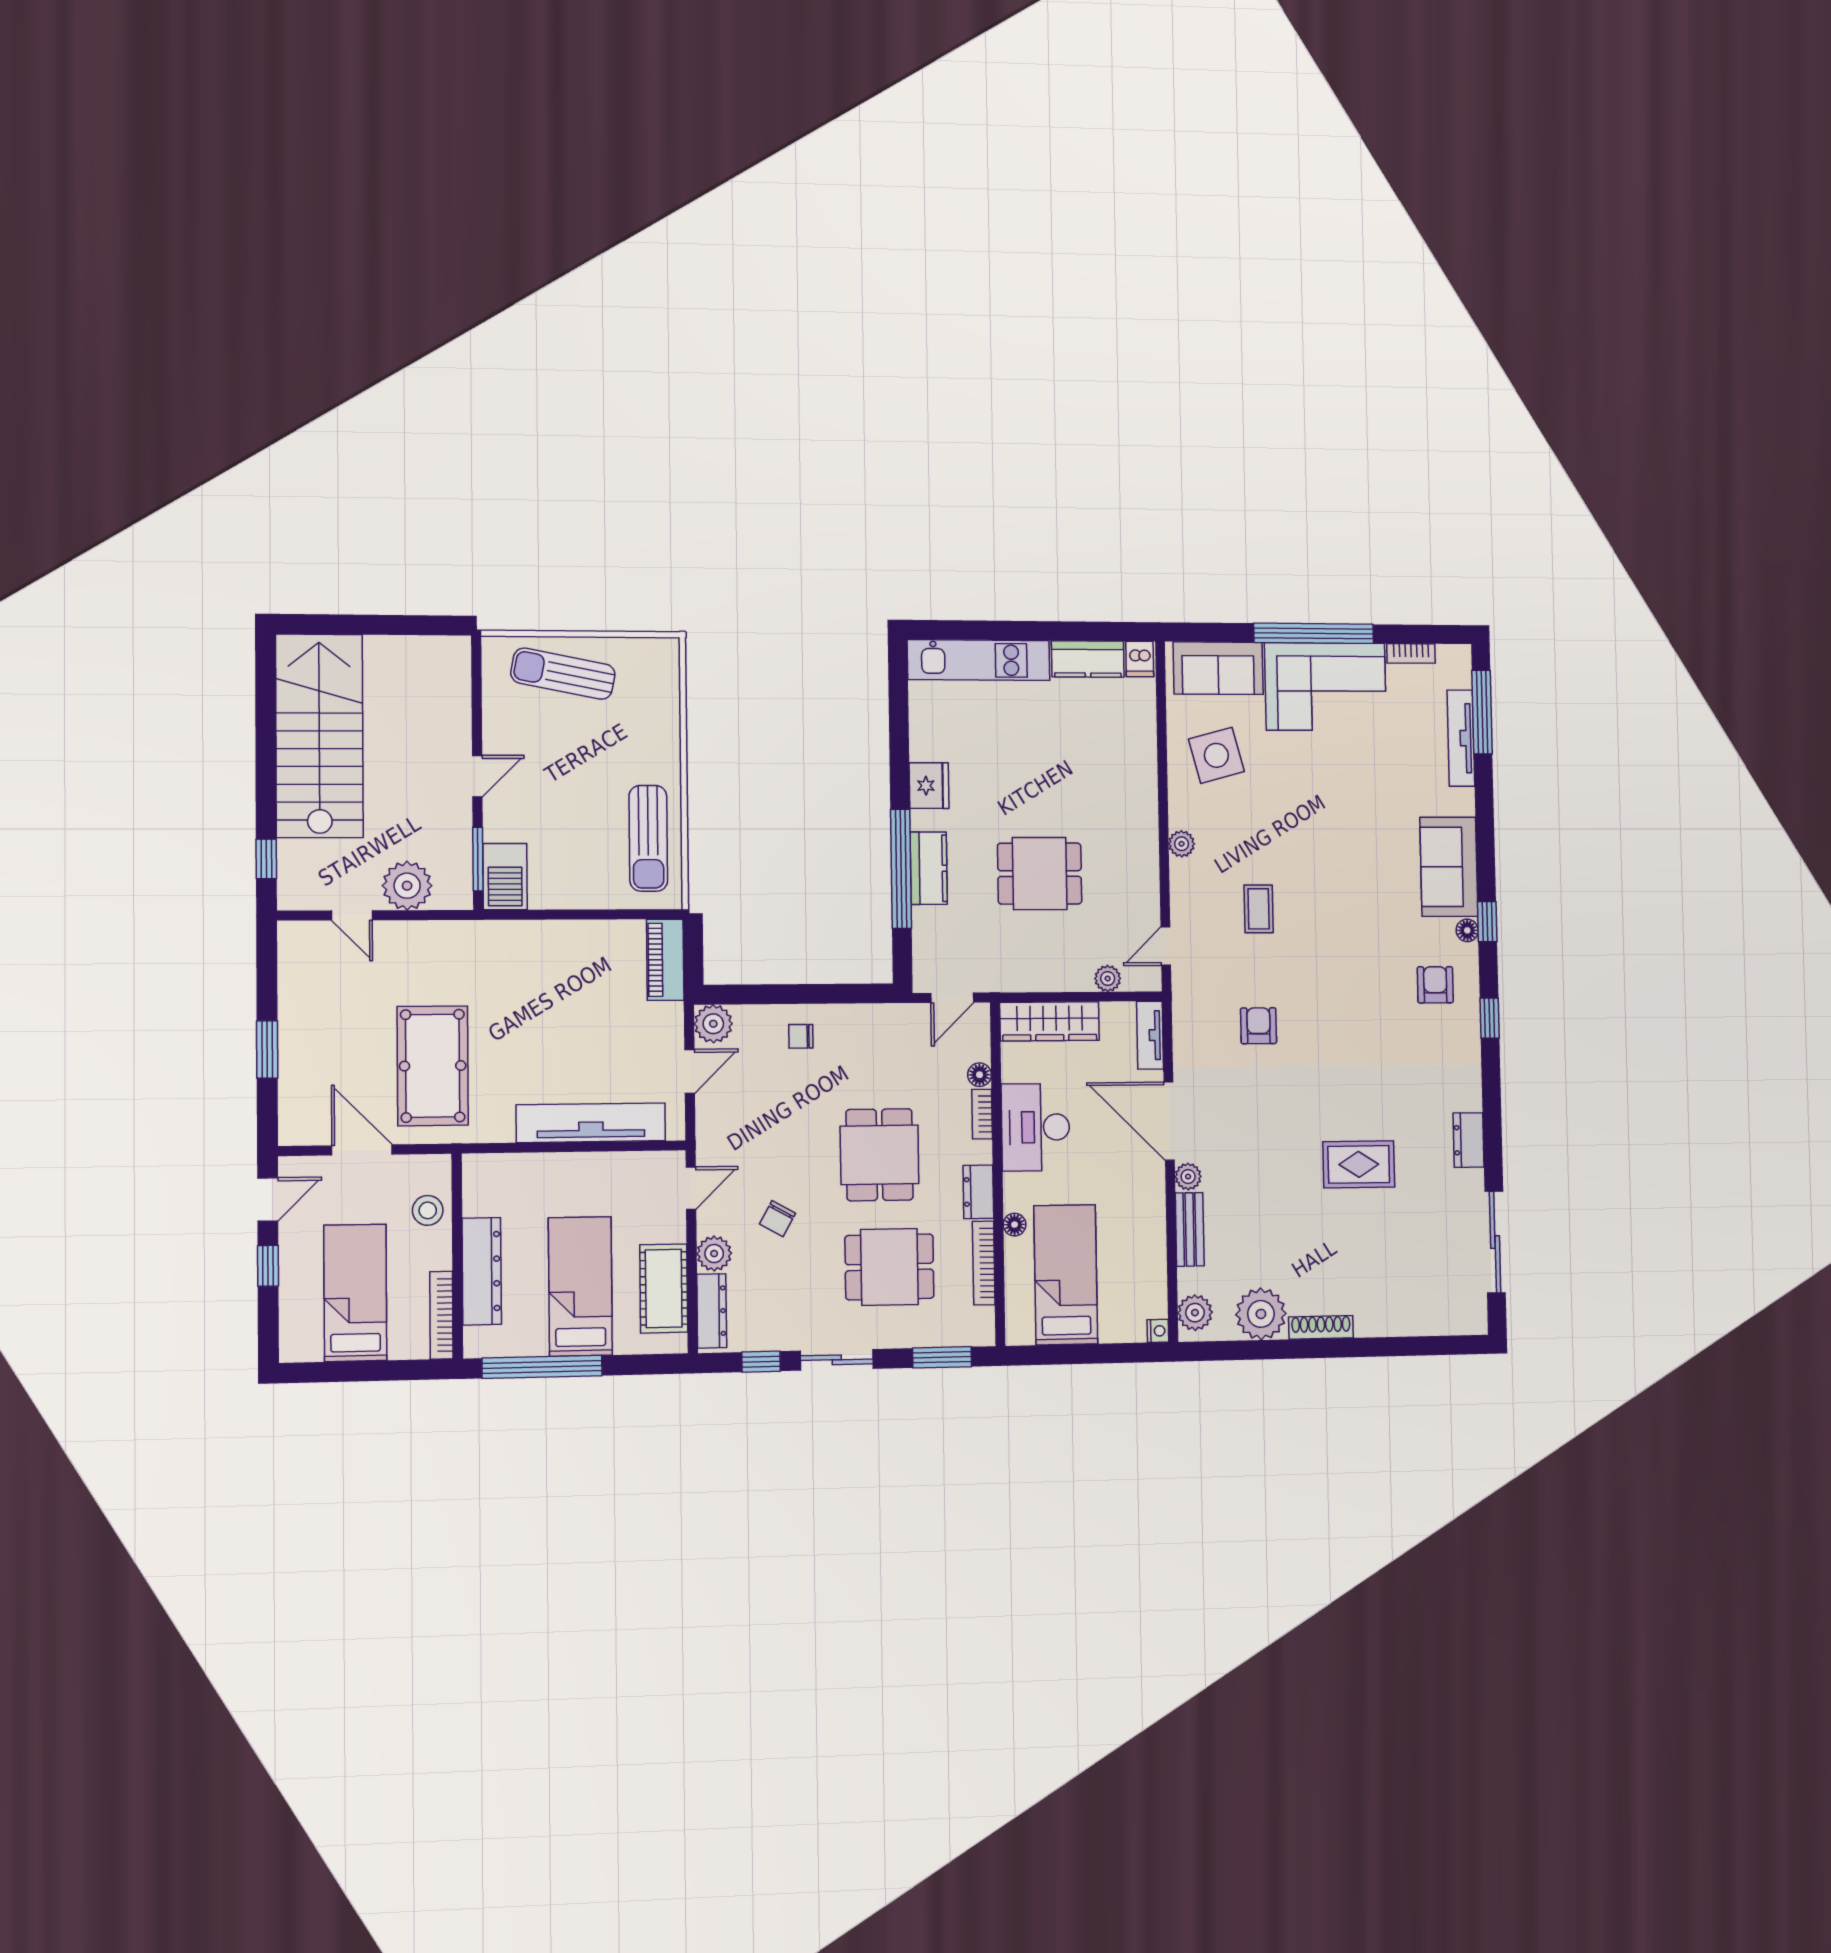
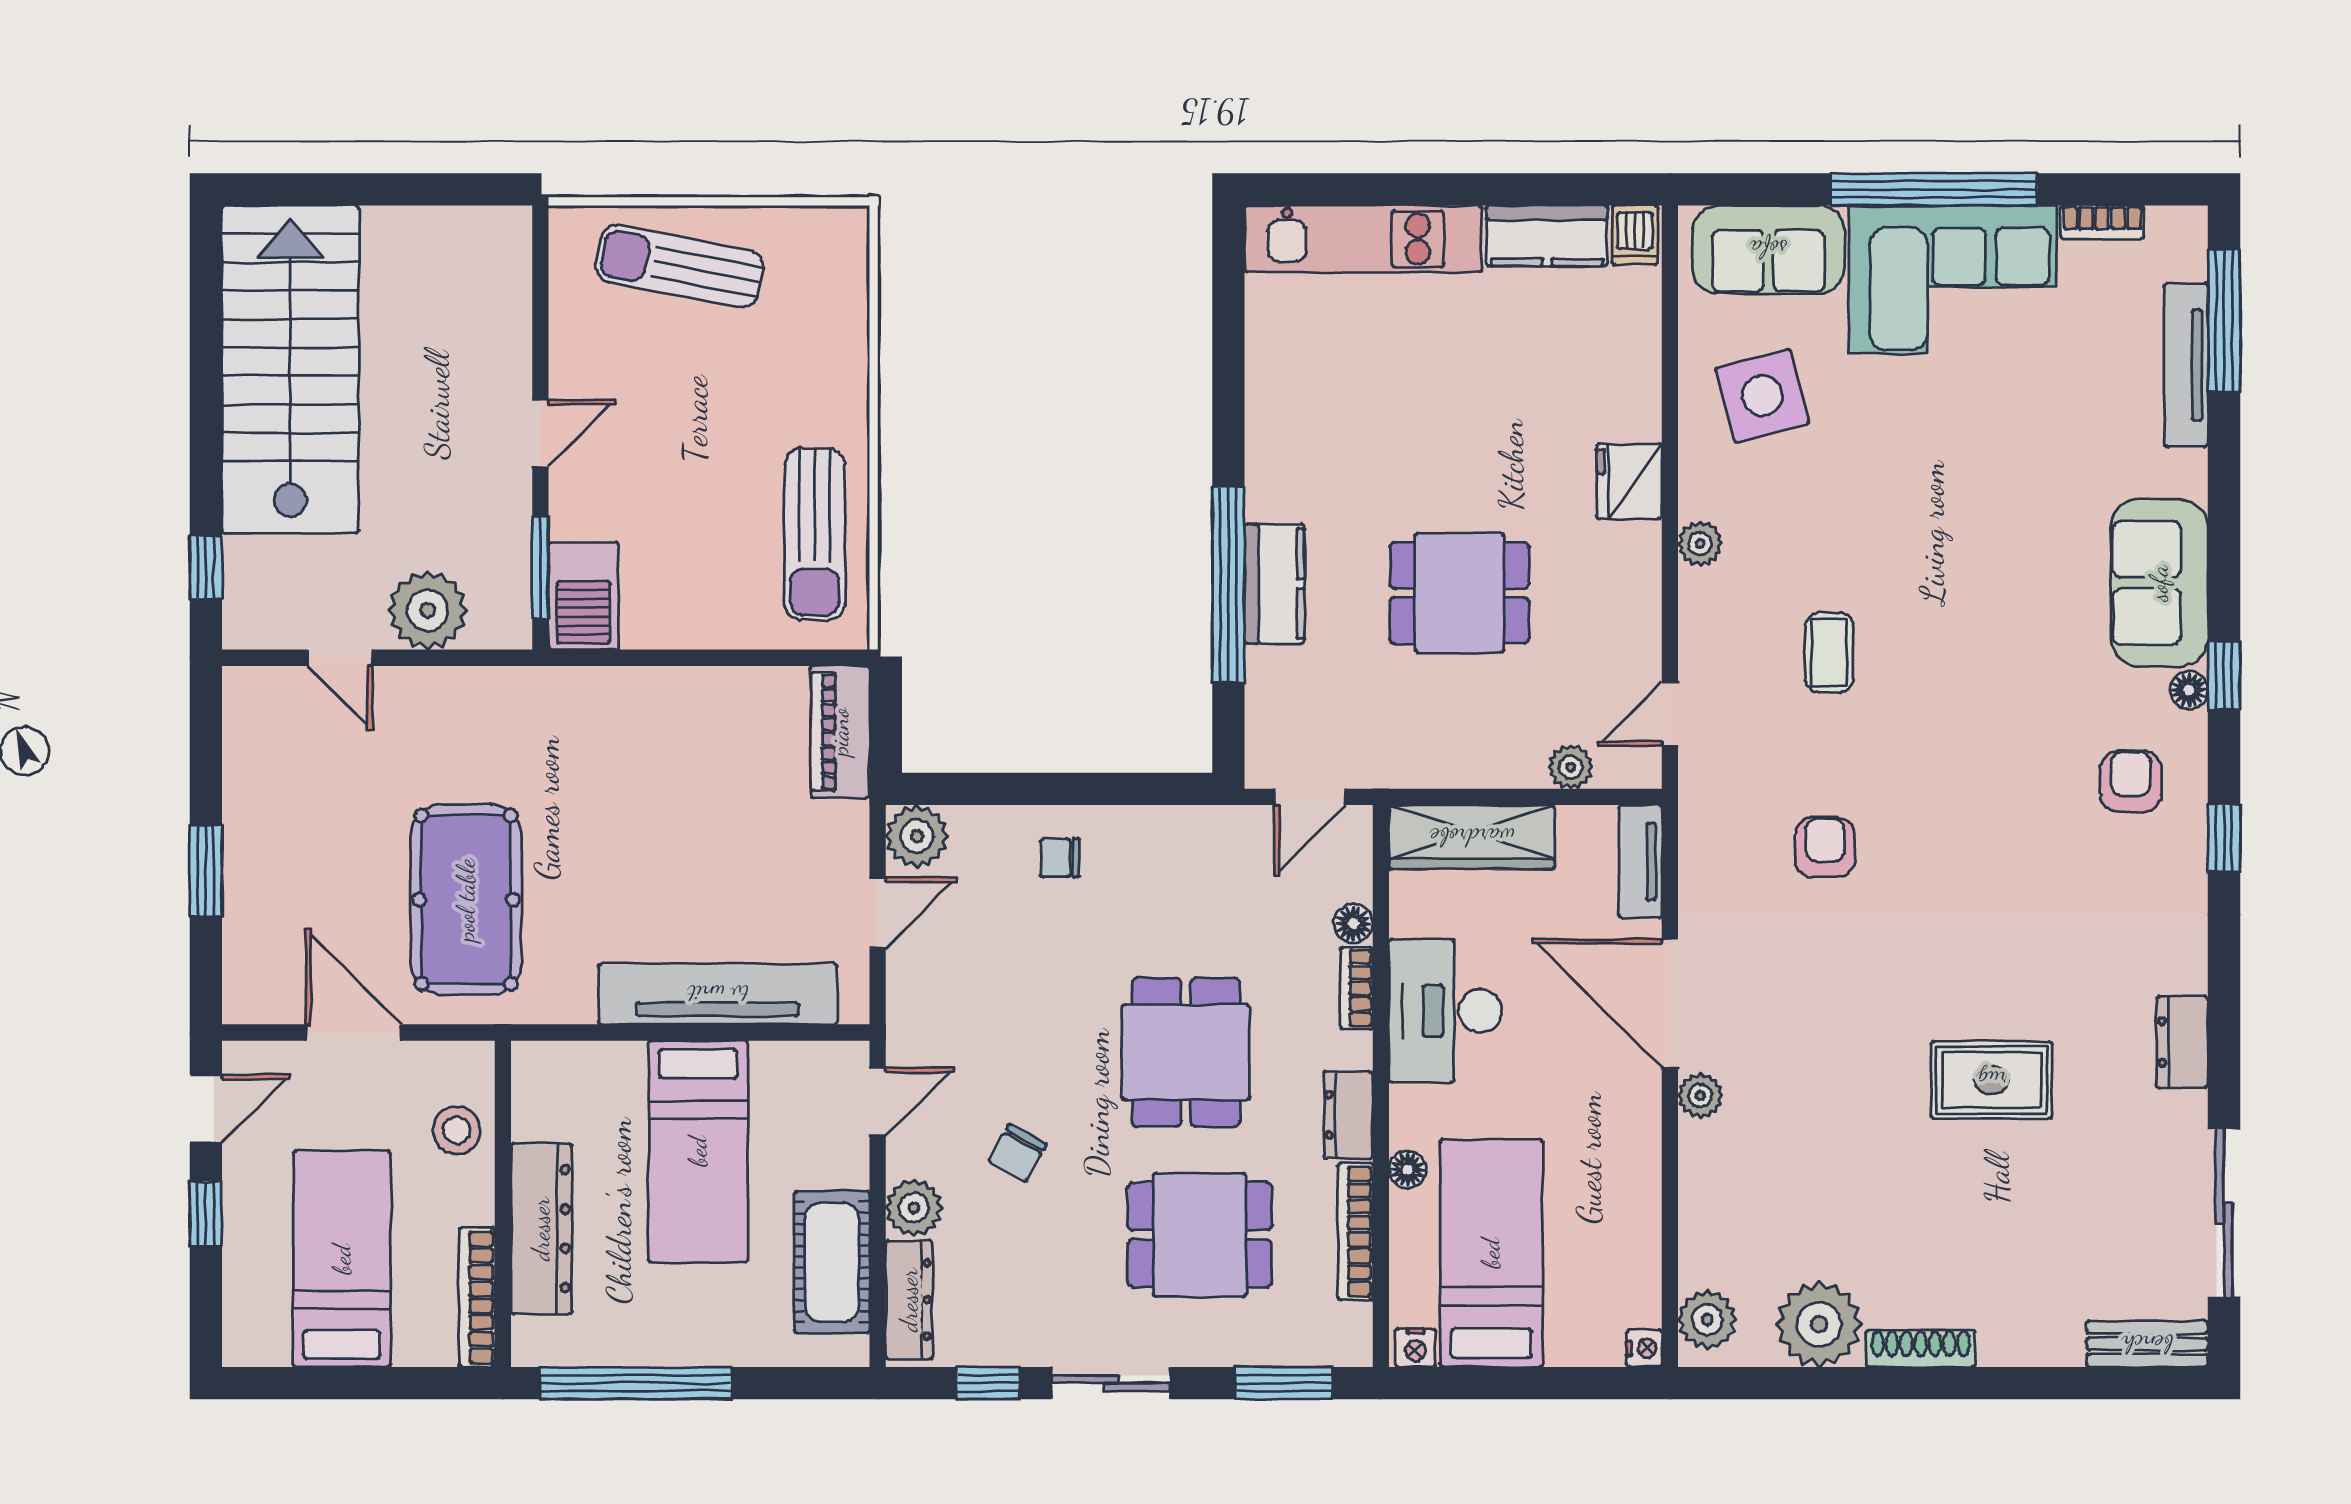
fridge: (929, 786) -> (1629, 481), moved, turned 180
bench: (1190, 1229) -> (2147, 1344), moved, turned 90
bed: (580, 1286) -> (698, 1151), moved, turned 180
nightstand: (1021, 1334) -> (1415, 1348), added

